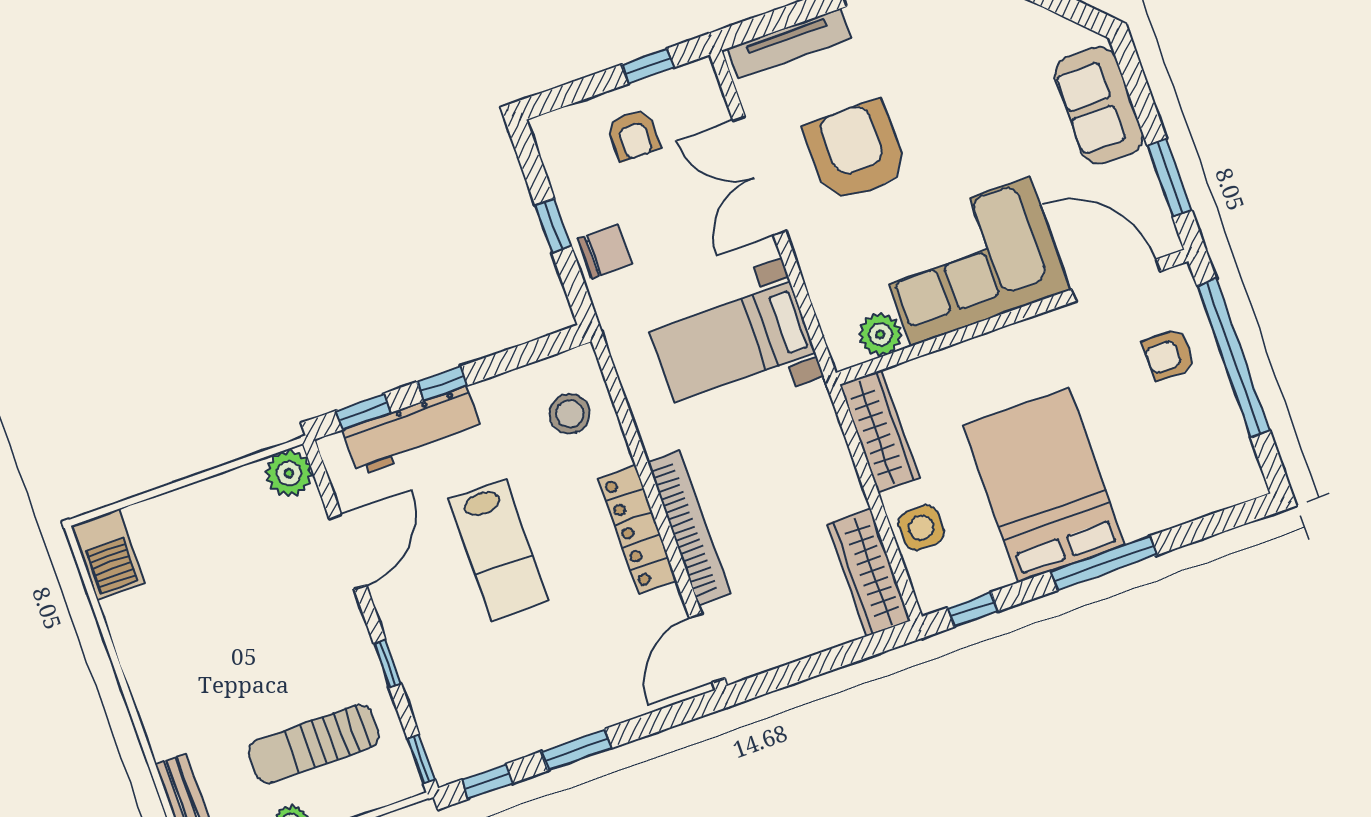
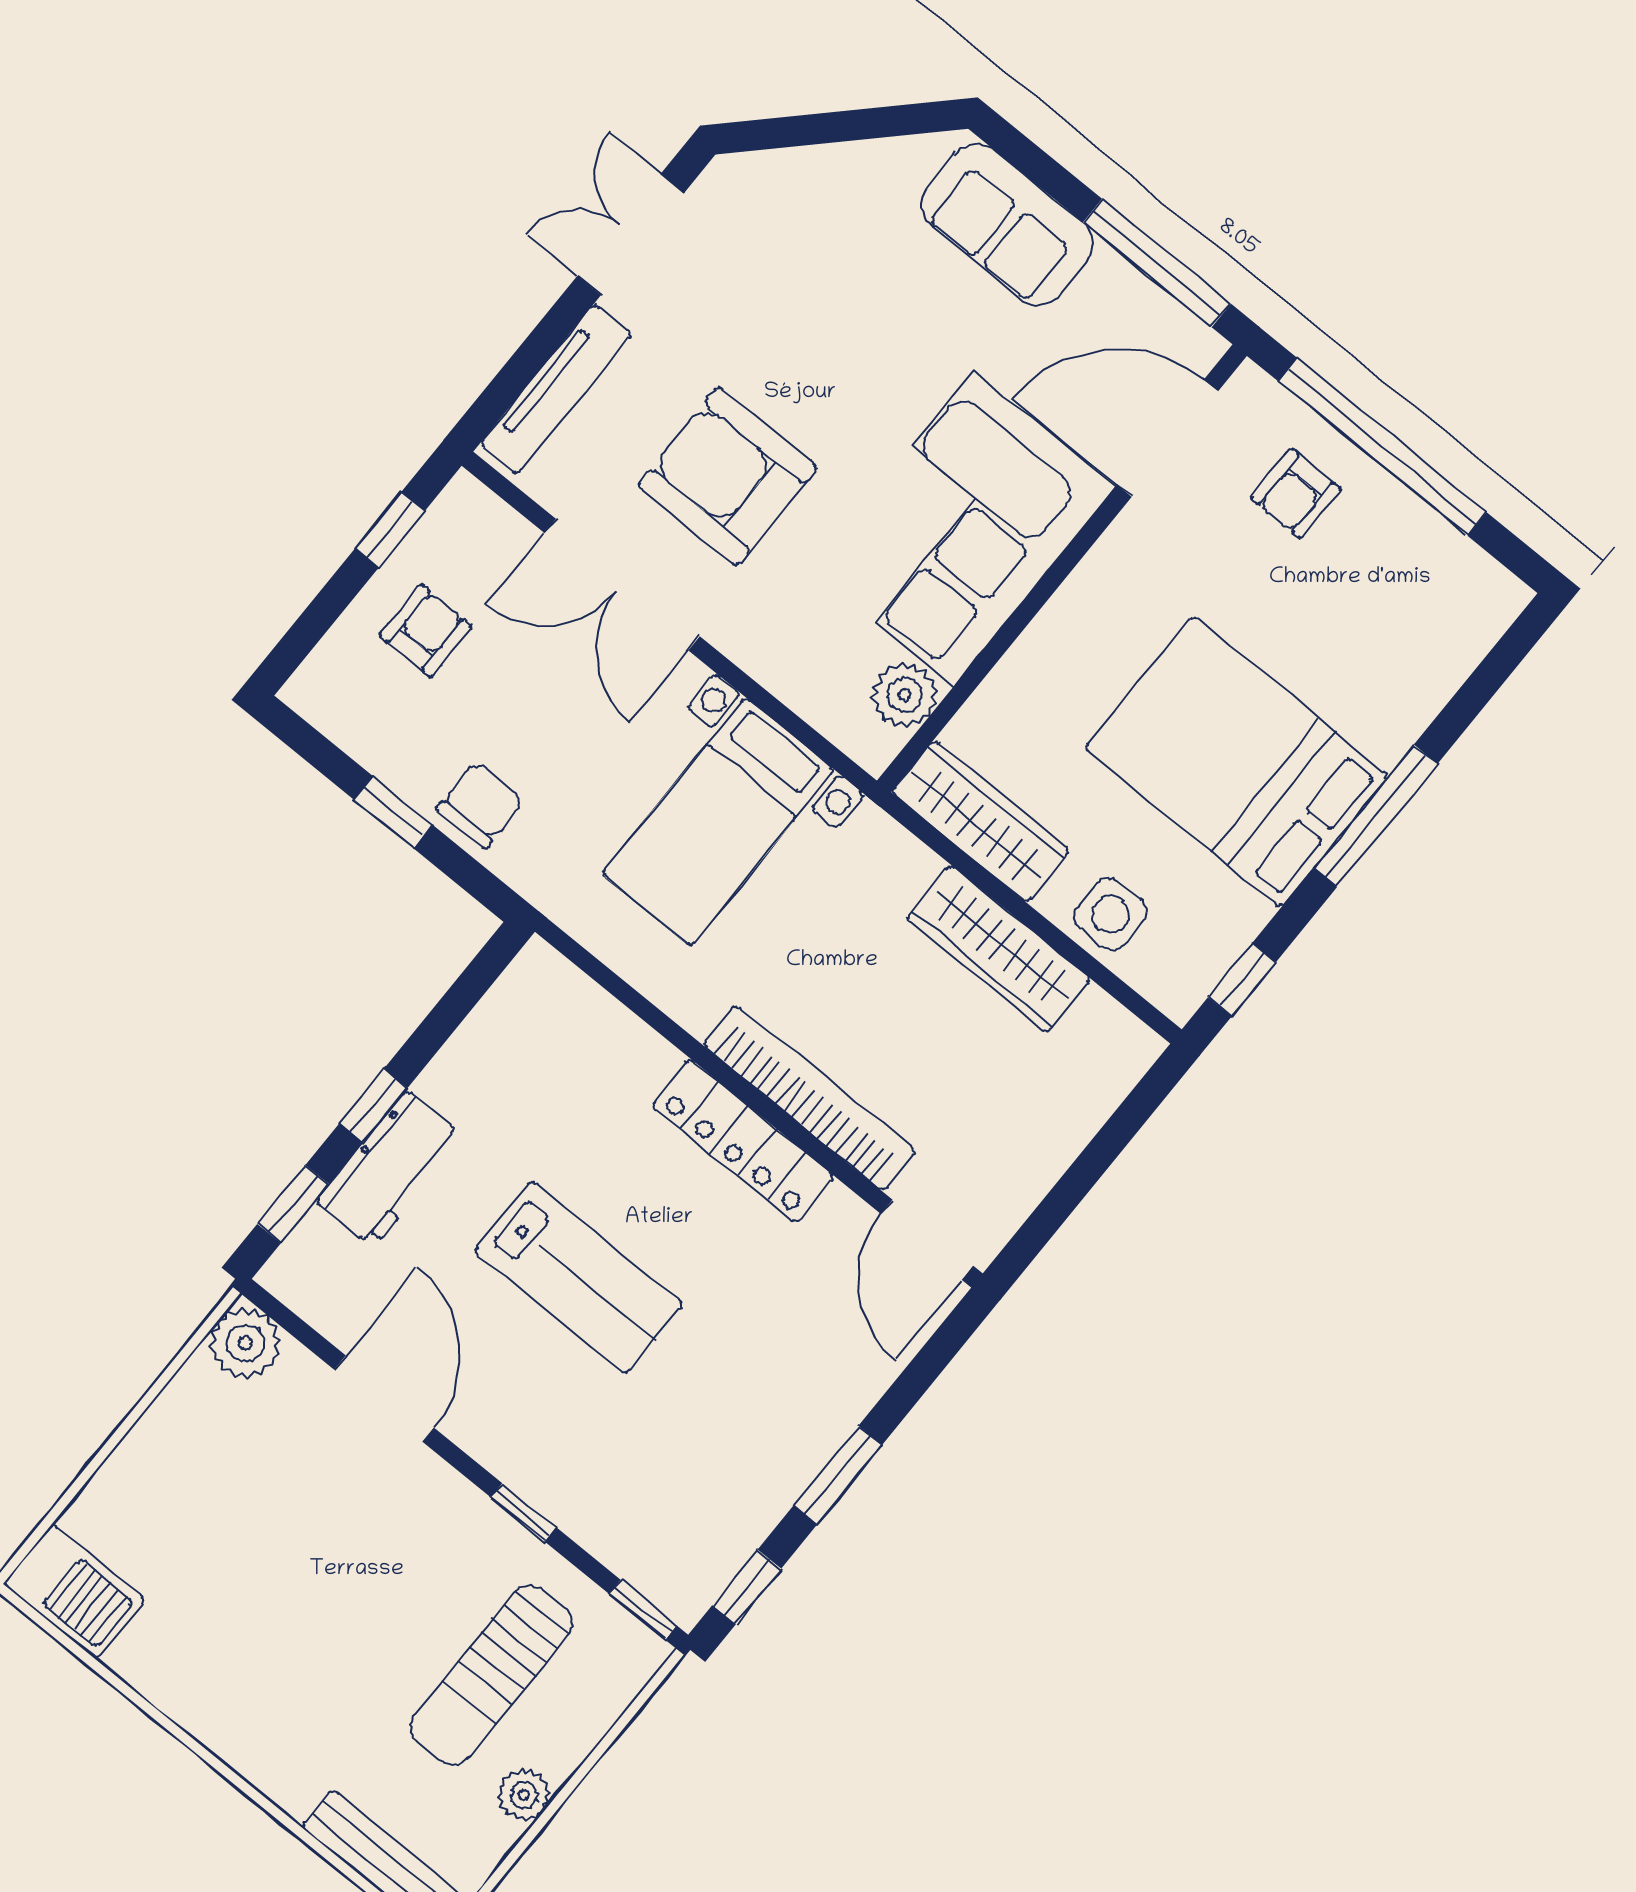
armchair: (633, 135) -> (426, 631), turned -90
window: (1170, 178) -> (1157, 263), width x1.44
stool: (570, 414) -> (563, 1044), removed
workbench: (413, 431) -> (390, 1169), width x0.73
wardrobe: (869, 572) -> (998, 949), moved

